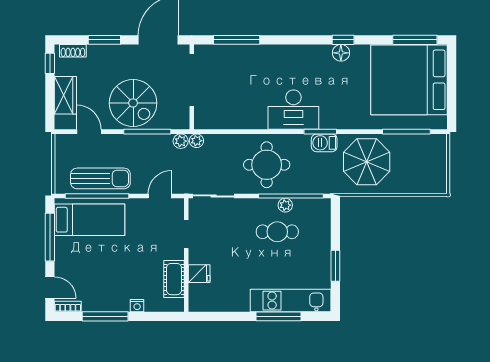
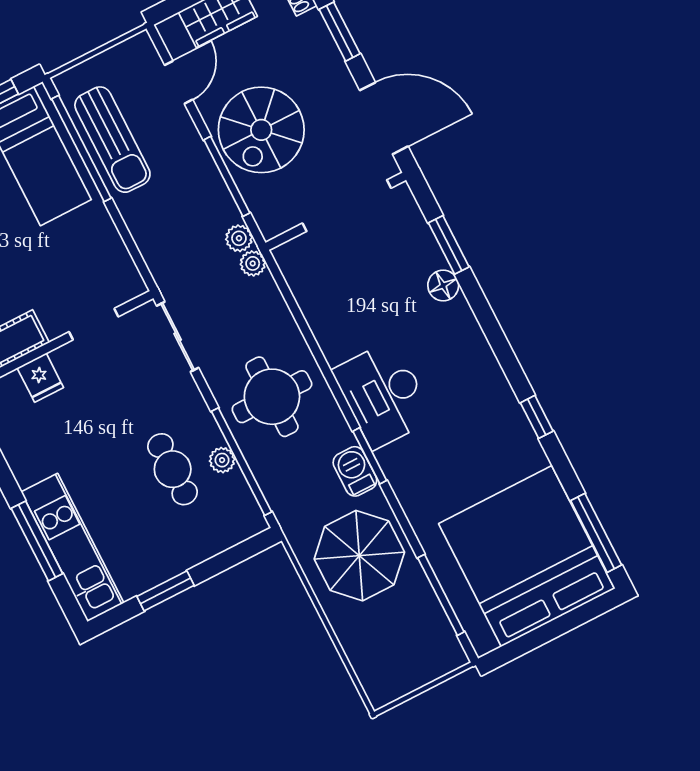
window: (237, 40) -> (449, 245), width x0.69
floor lamp: (341, 53) -> (443, 285), moved
door: (160, 196) -> (133, 250), removed

